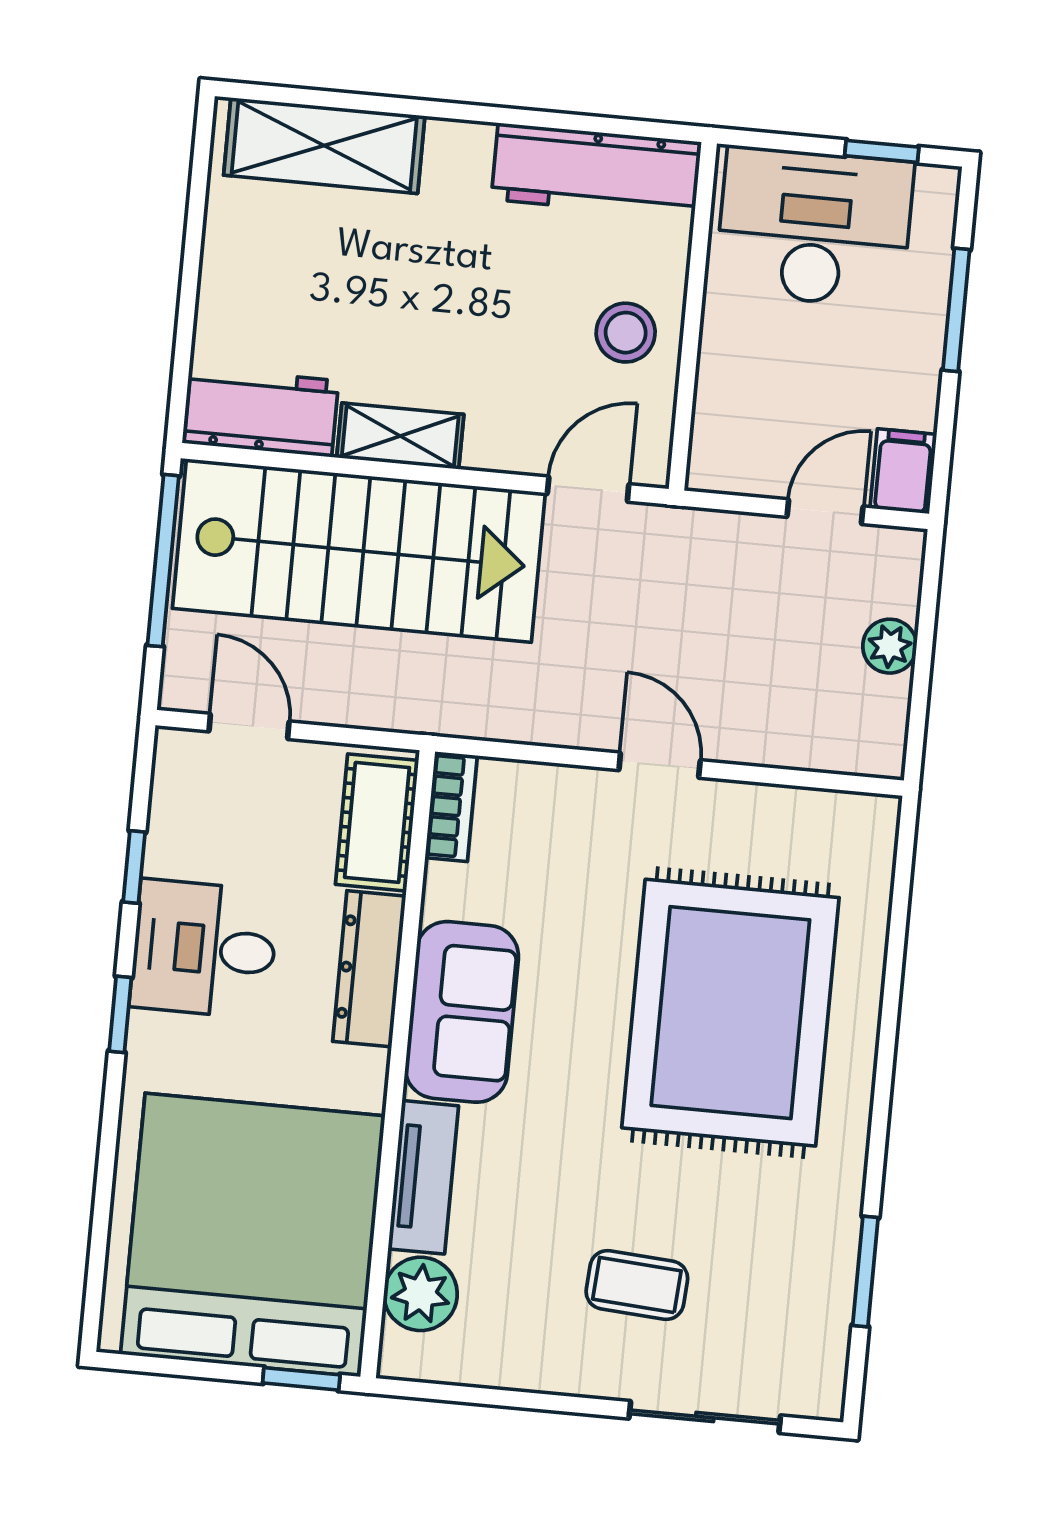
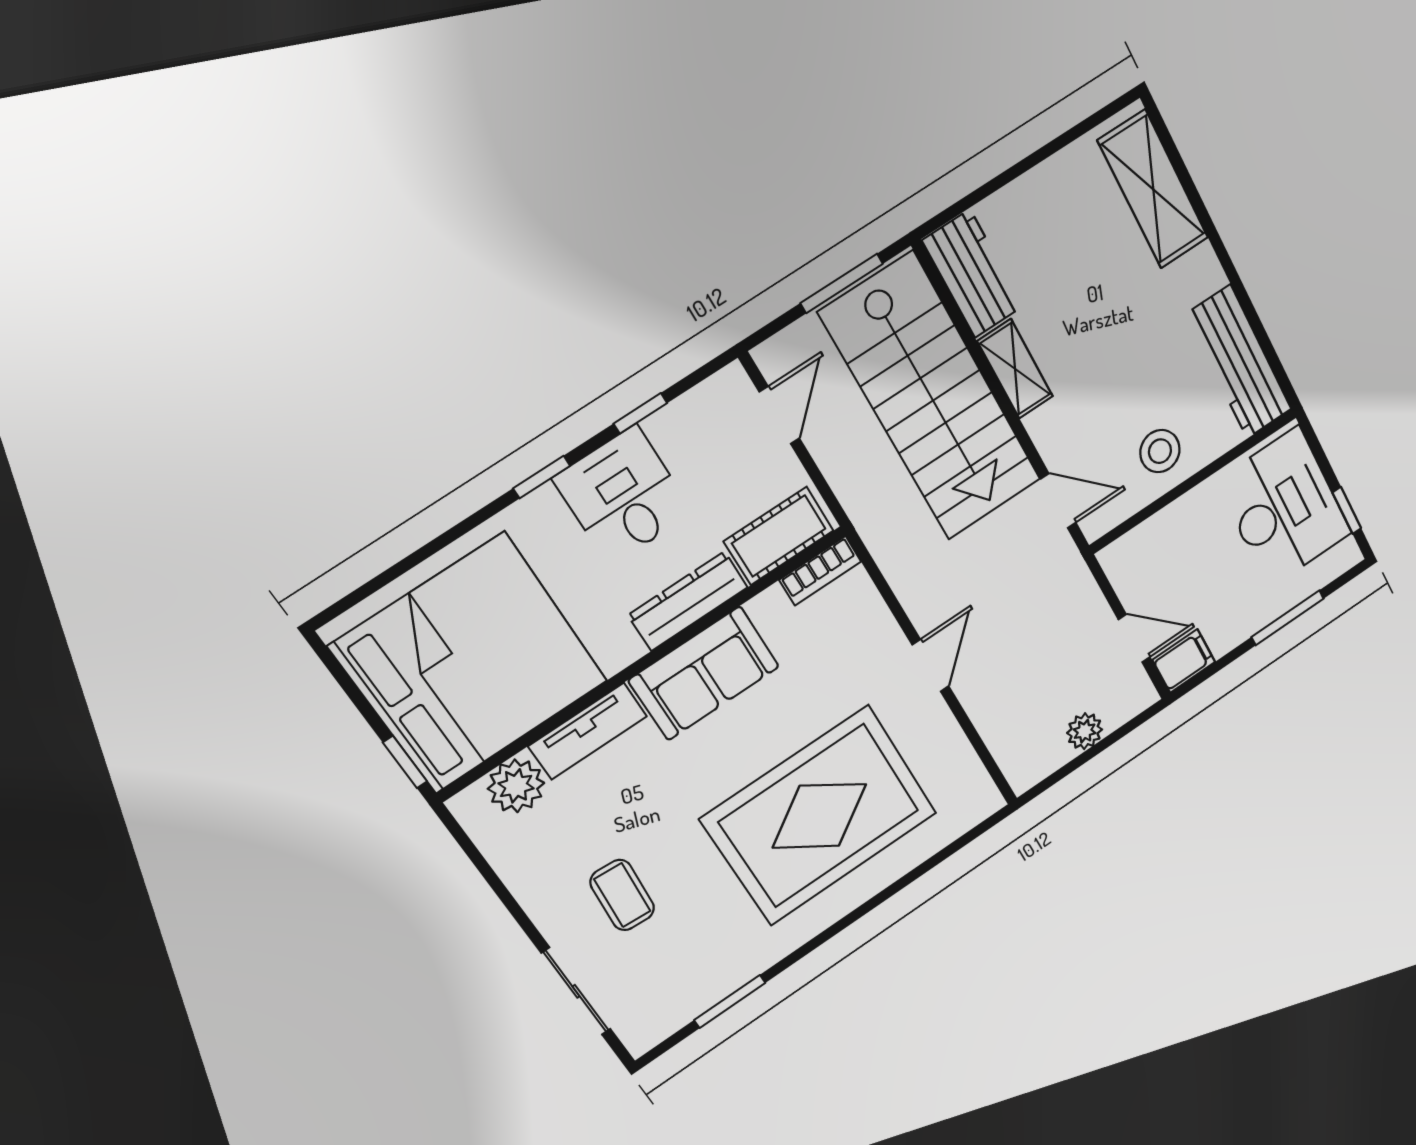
window: (163, 561) -> (842, 283), width x0.69

